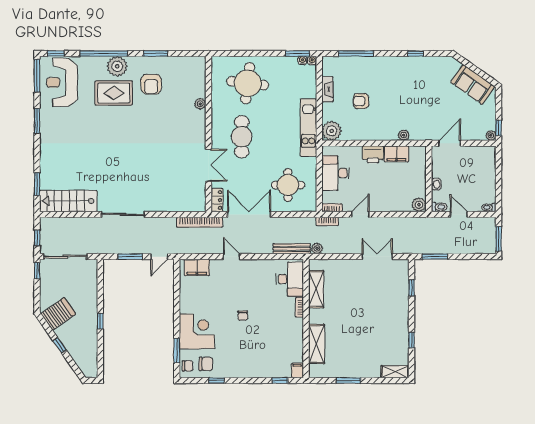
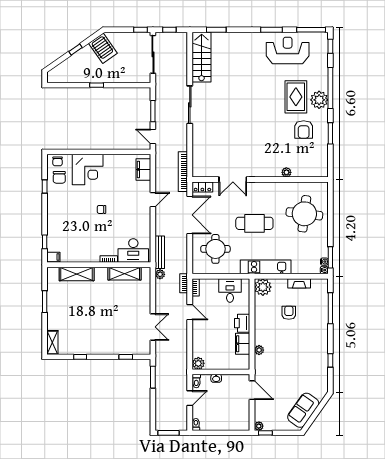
reception desk: (62, 82) -> (288, 50), moved
armchair: (151, 84) -> (304, 129), turned -90
cafe table: (242, 137) -> (254, 223), moved
desk: (336, 173) -> (230, 290), width x0.73
window: (177, 351) -> (71, 152), removed

